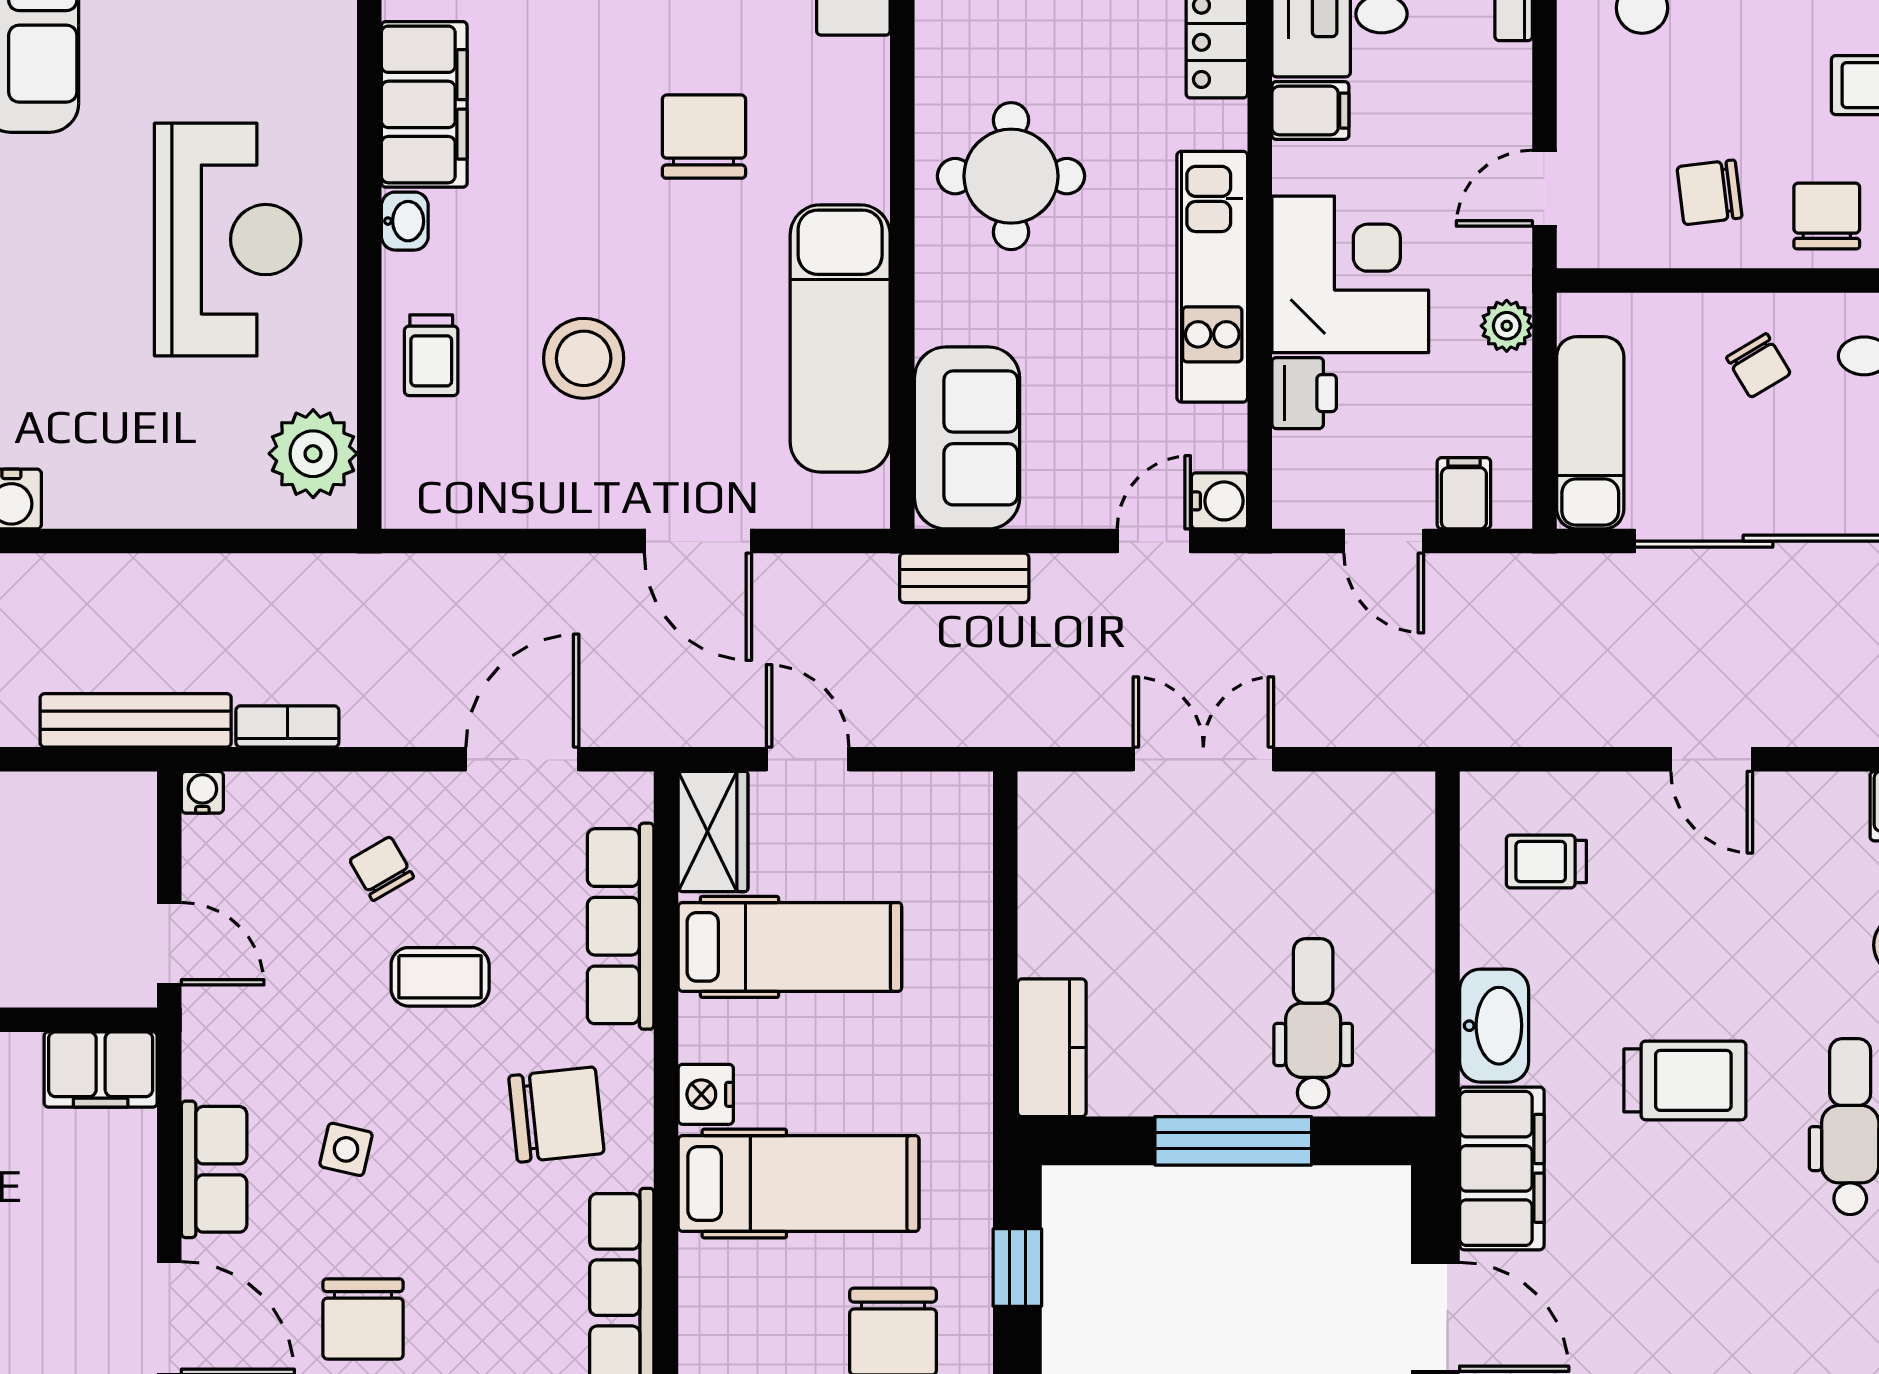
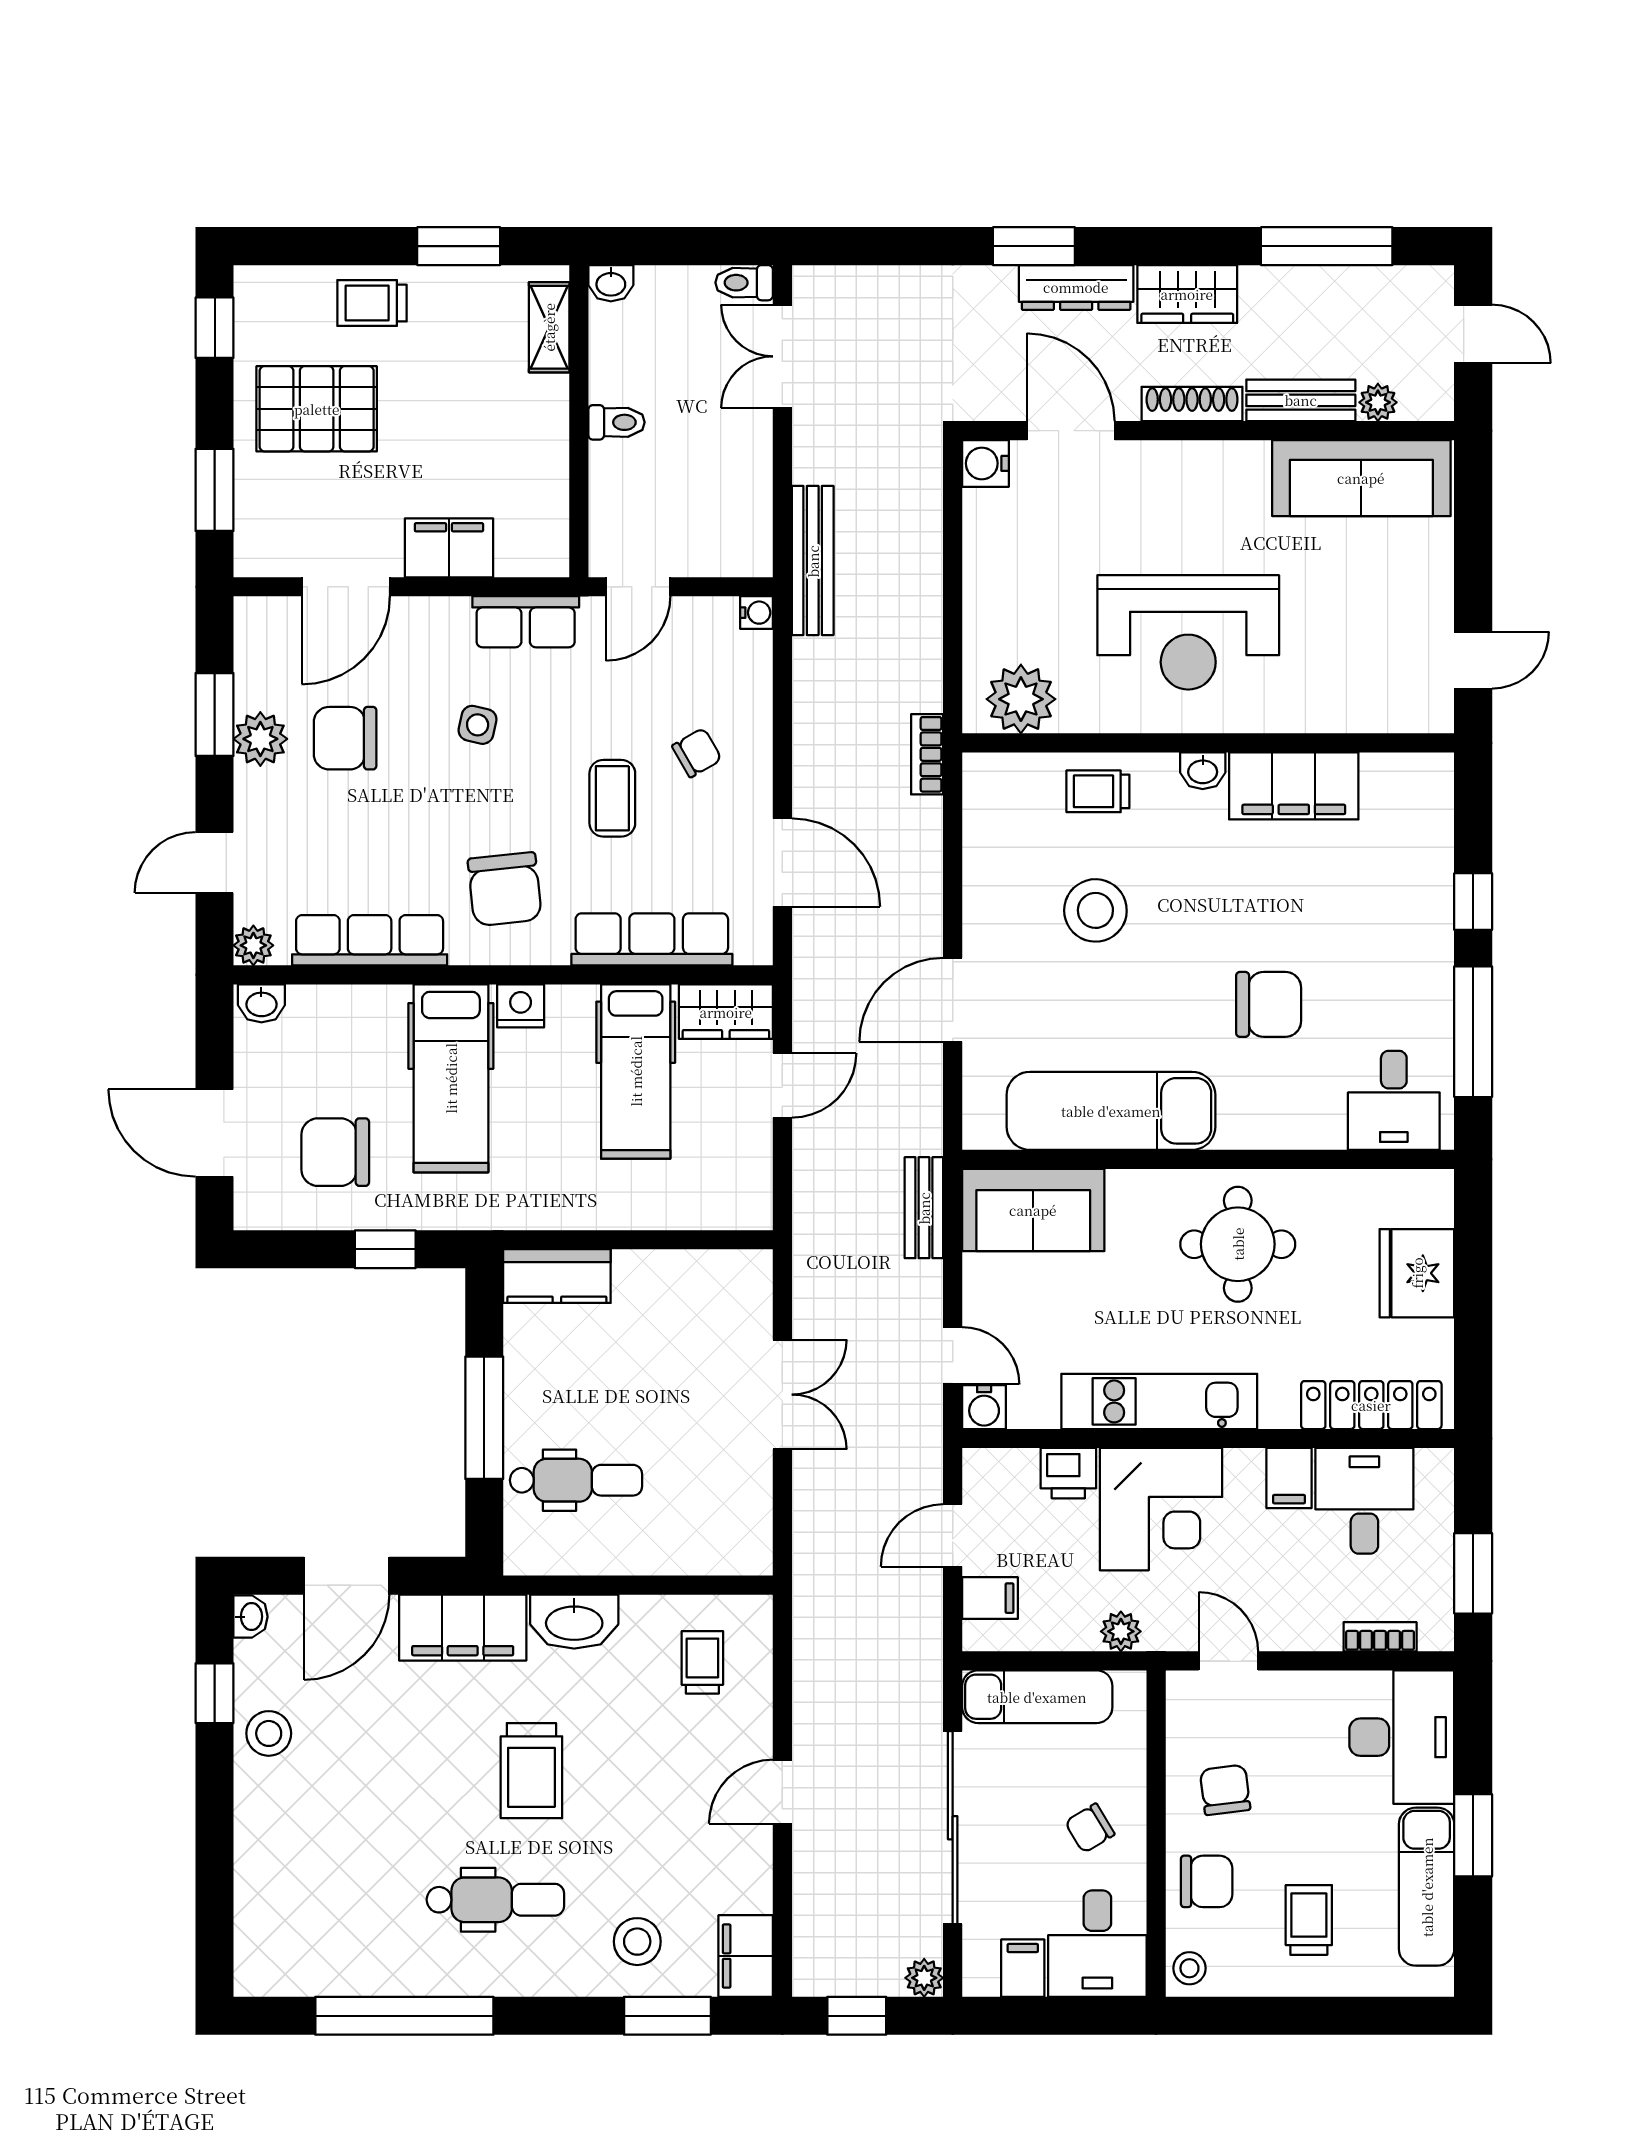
bookcase: (287, 726) -> (927, 754), moved, turned 180
filing cabinet: (101, 1069) -> (449, 548), moved, turned 90
row of seats: (214, 1169) -> (526, 622), moved

